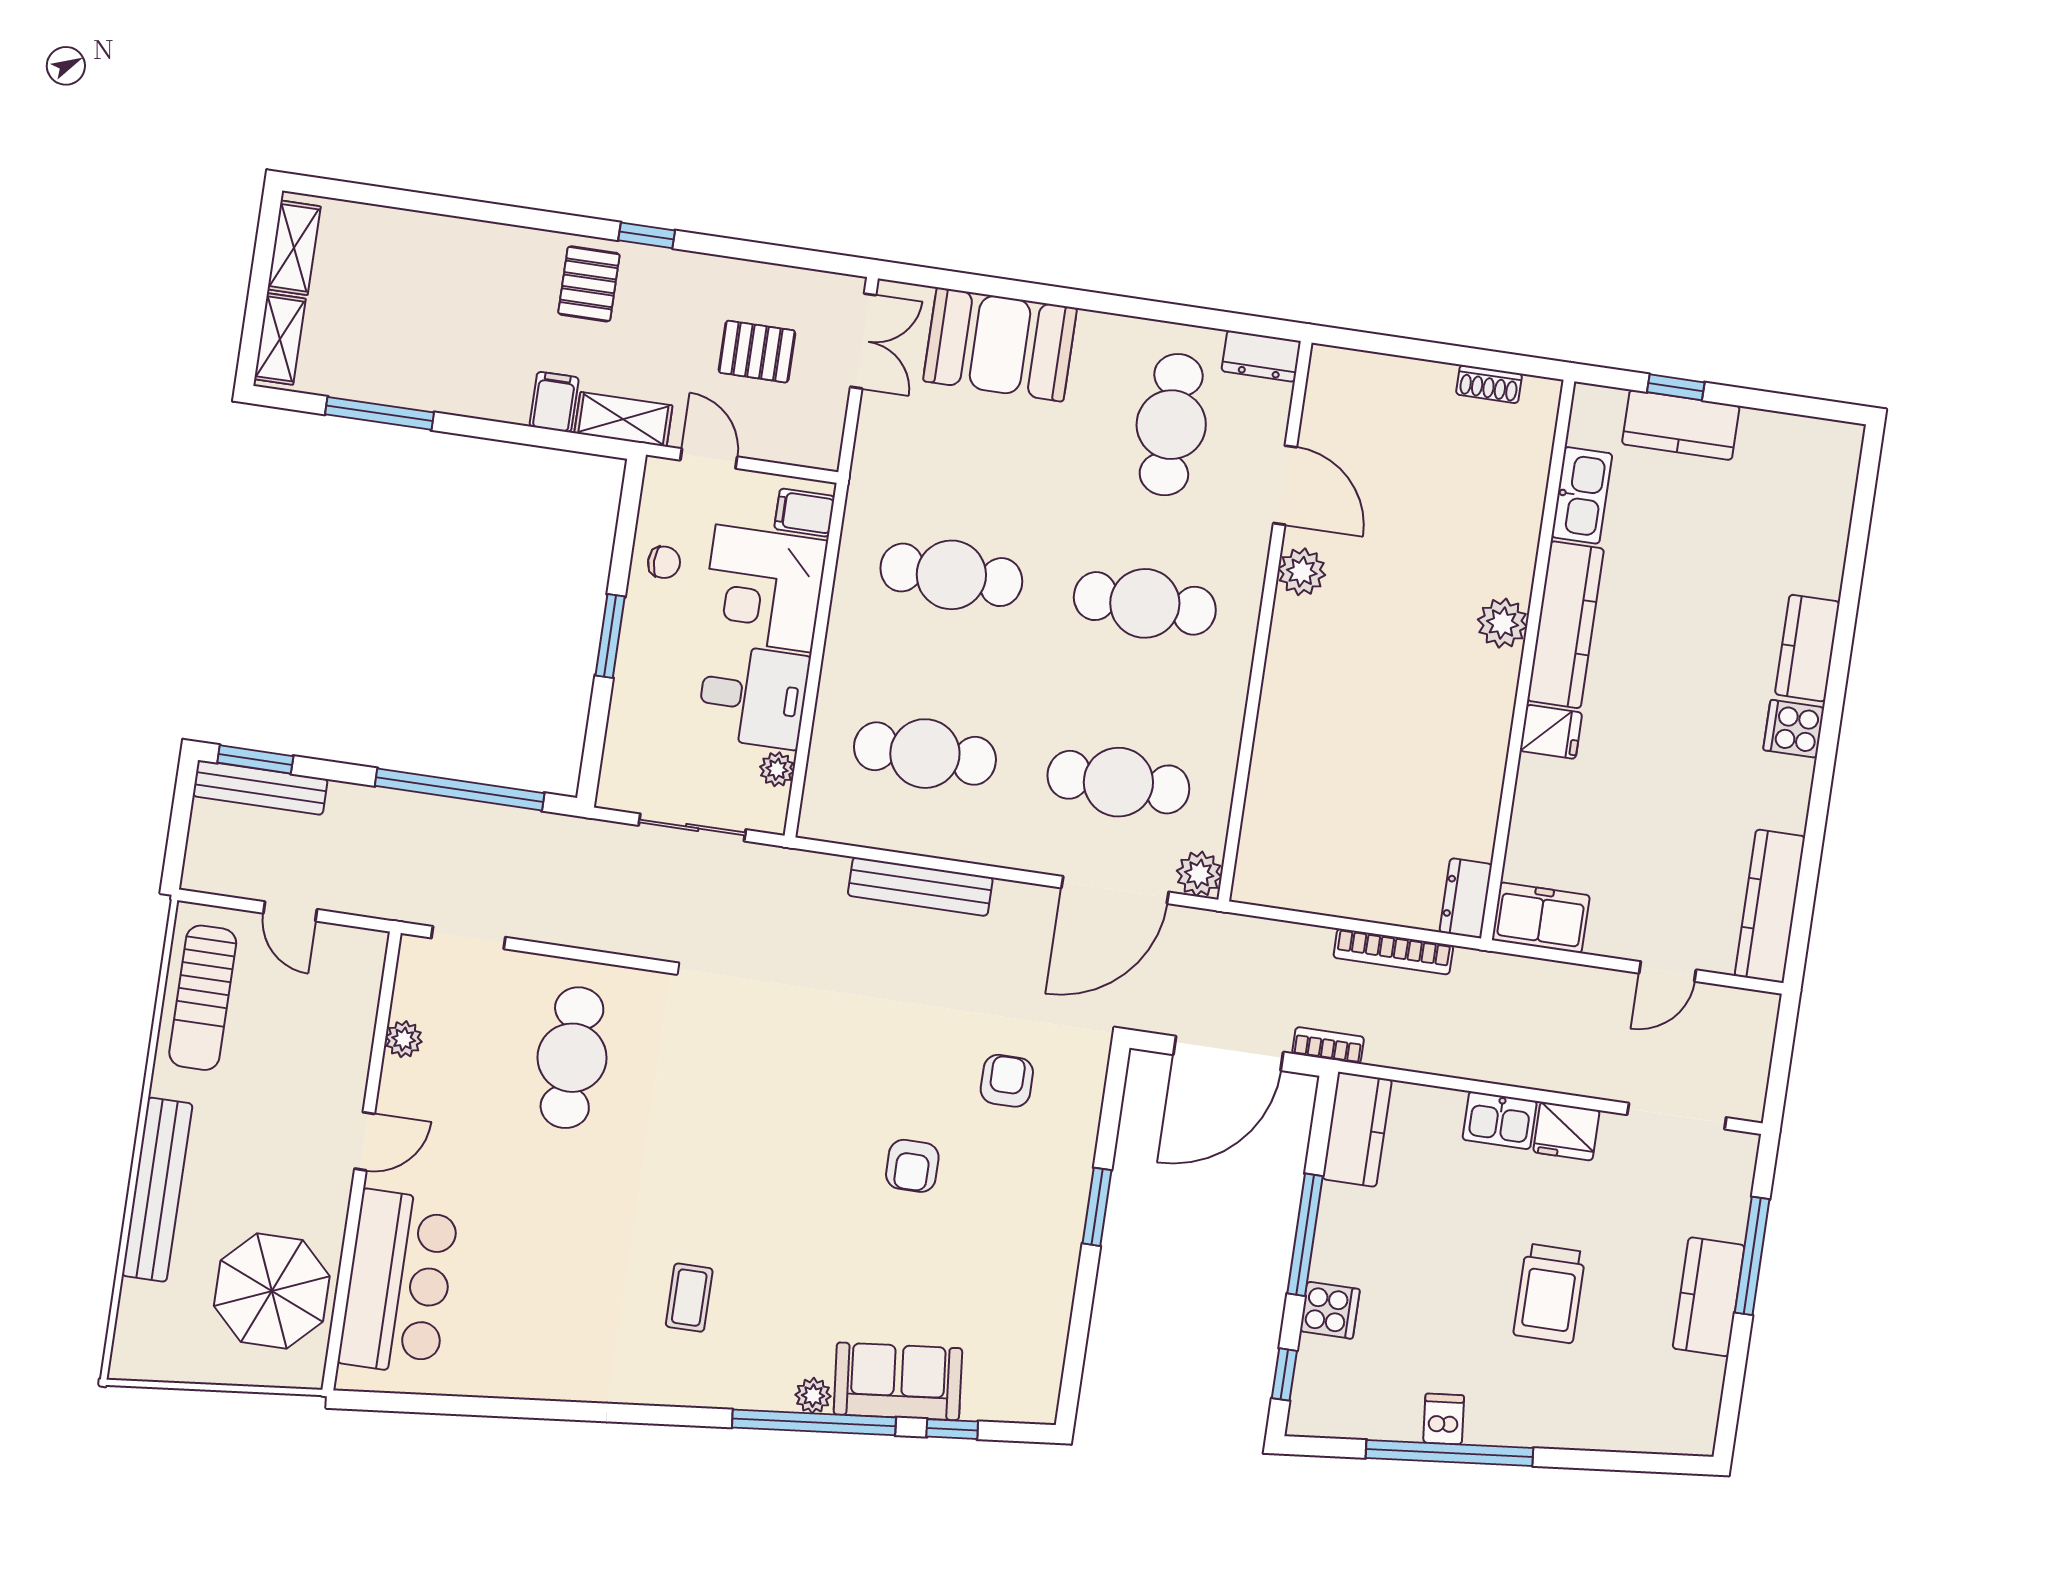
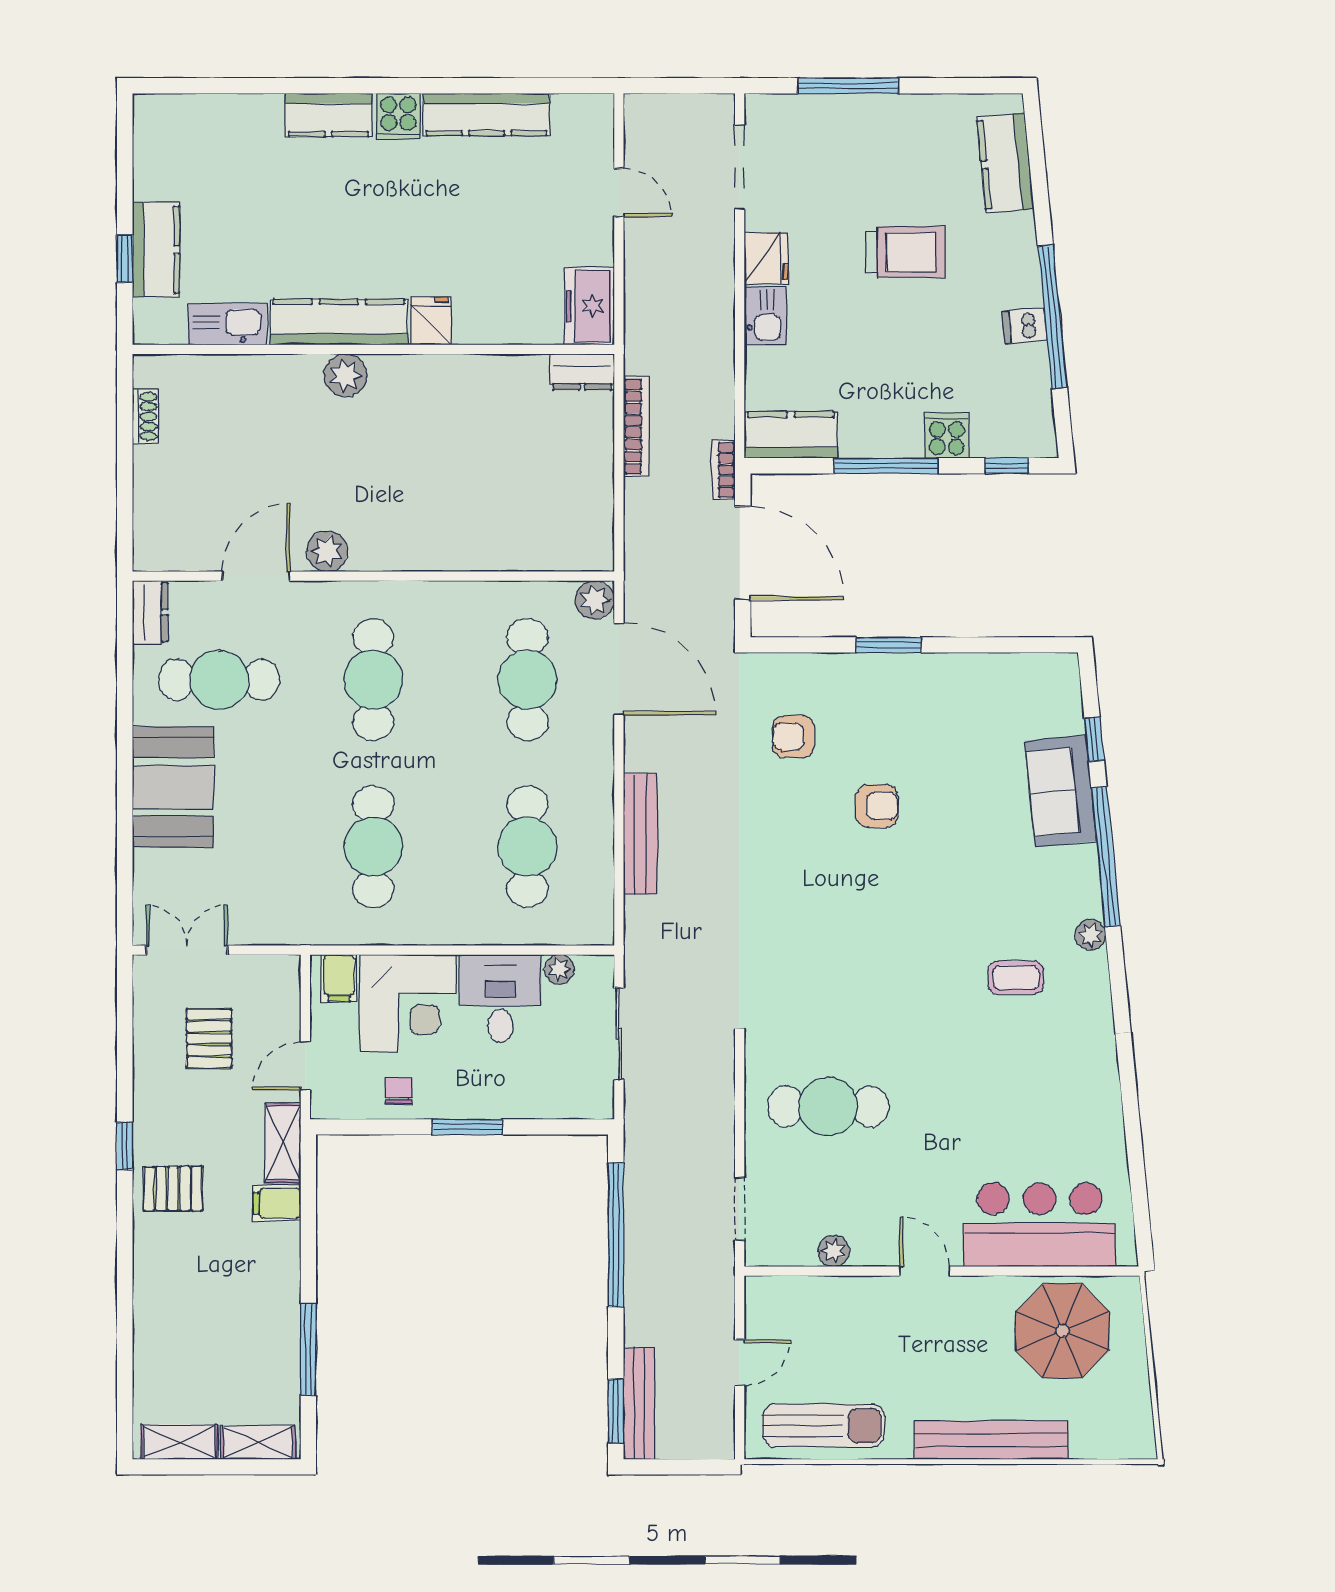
booth: (1000, 345) -> (173, 787), moved
kitchen counter: (1770, 906) -> (487, 114), moved
kitchen counter: (1709, 1297) -> (1005, 163), moved, turned 84
plant: (813, 1396) -> (1091, 935), moved

